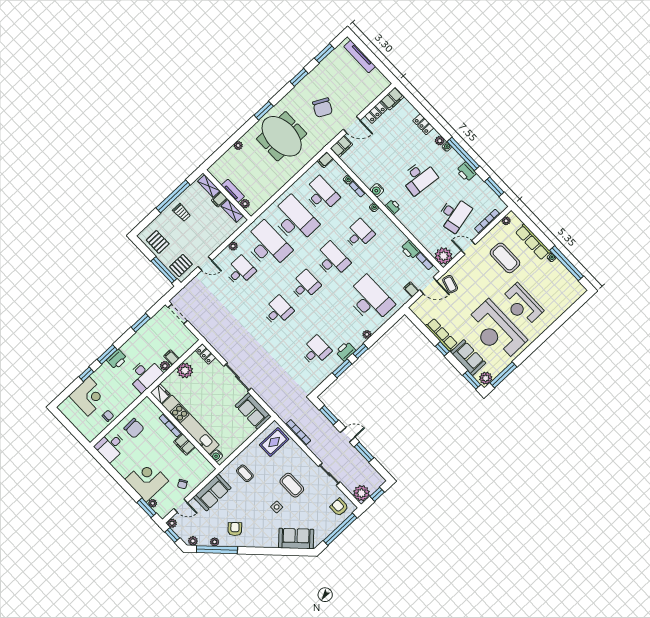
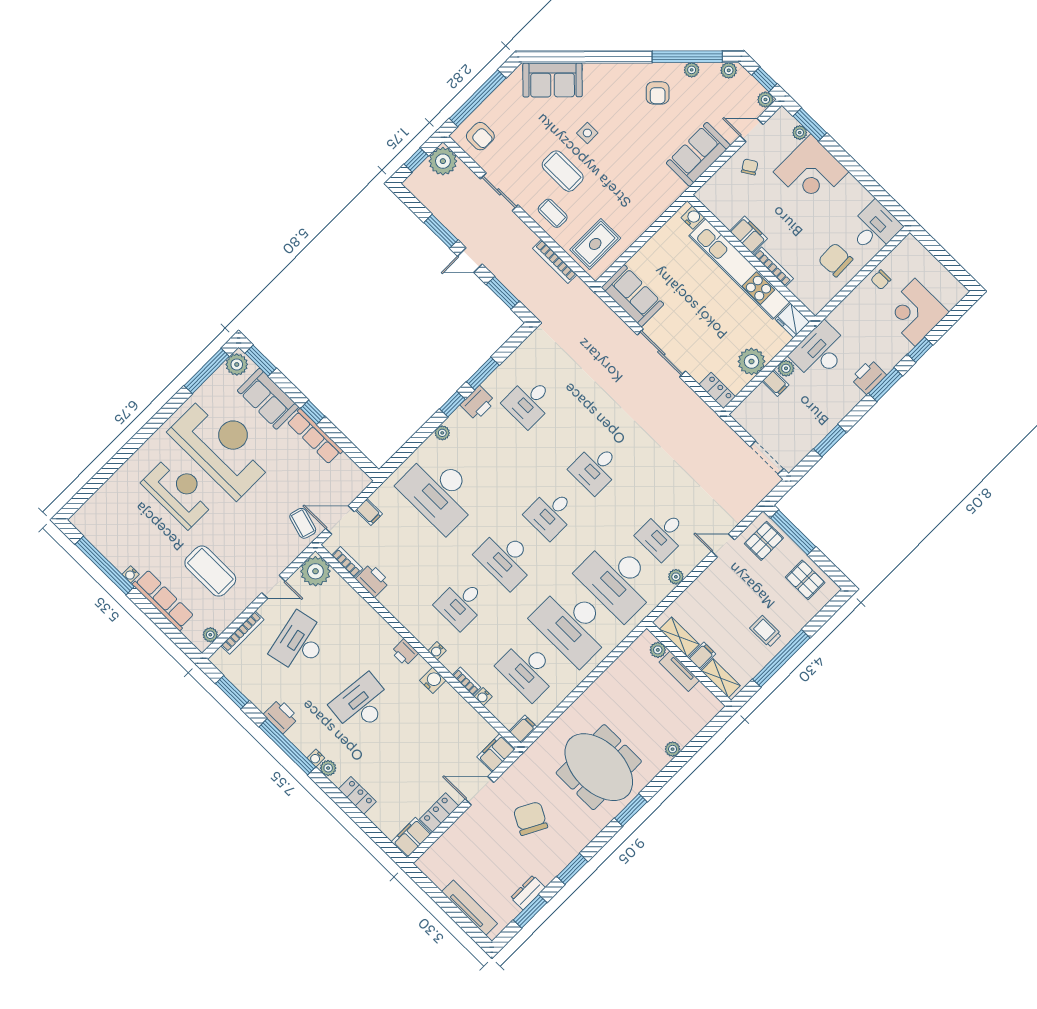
dresser: (325, 64) -> (528, 893), added
coffee table: (245, 473) -> (553, 213), moved

